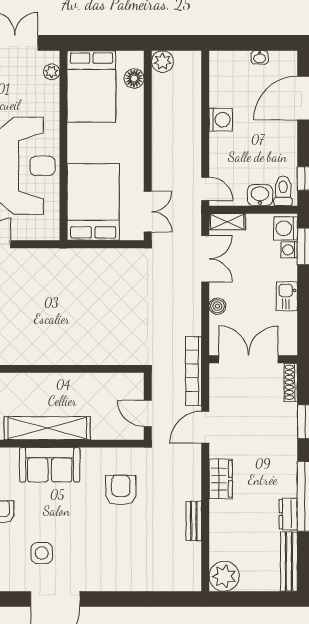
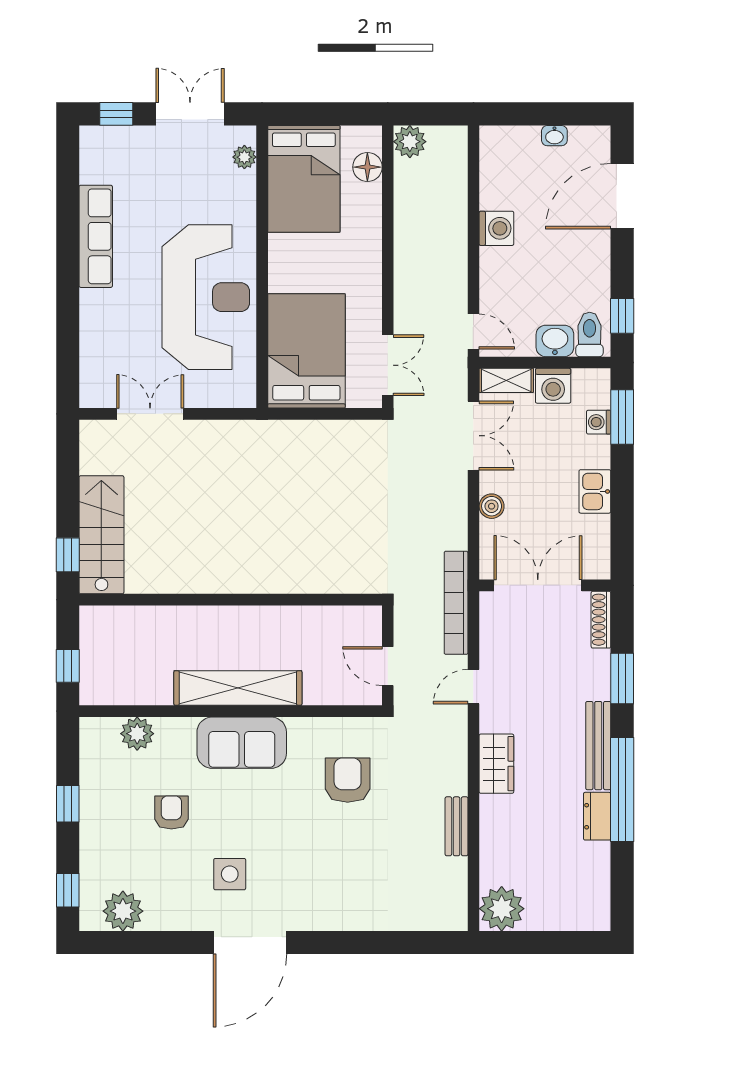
washing machine: (286, 228) -> (553, 386), moved, turned -90
door: (205, 427) -> (473, 687), width x0.73
bench: (289, 562) -> (598, 746), moved

